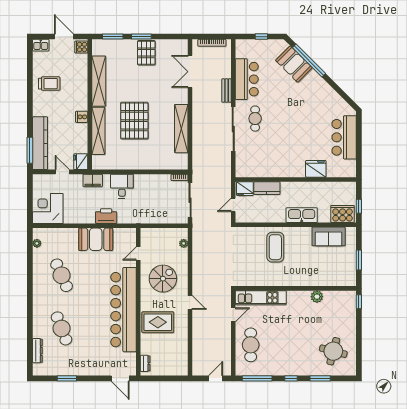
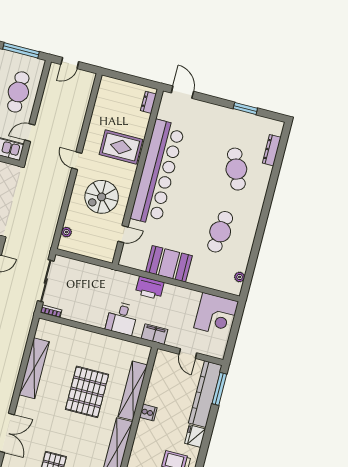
fridge: (81, 162) -> (195, 436), moved, turned 180
cafe table: (62, 275) -> (220, 232), turned 30

